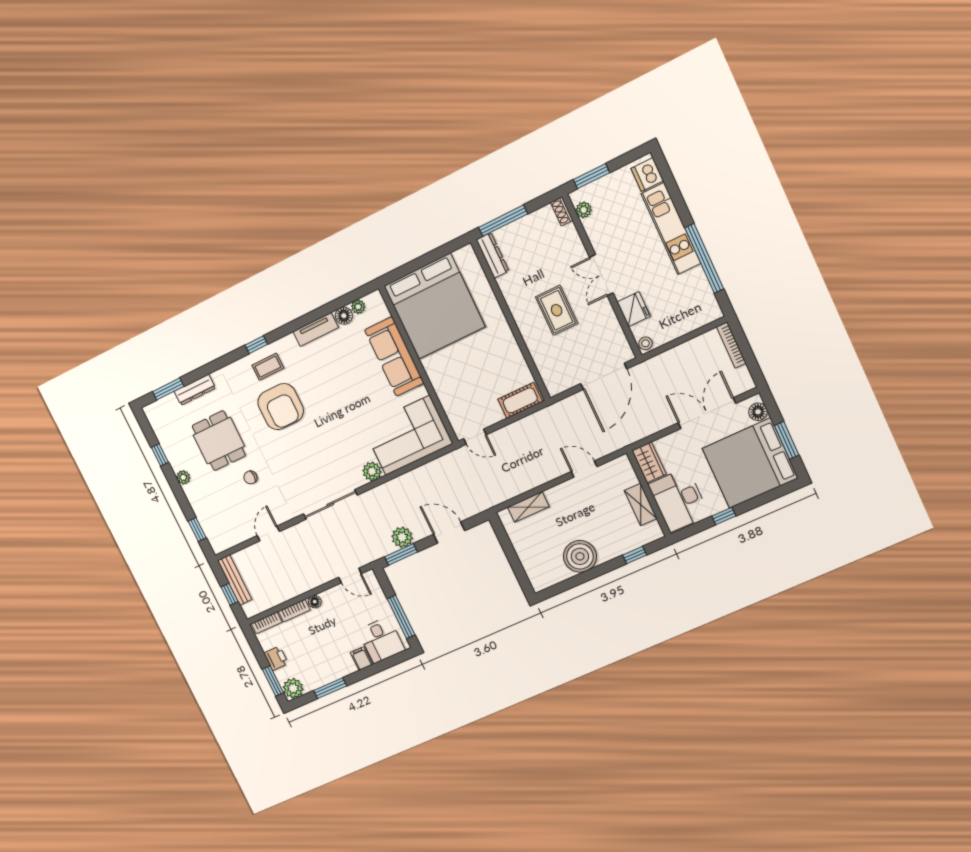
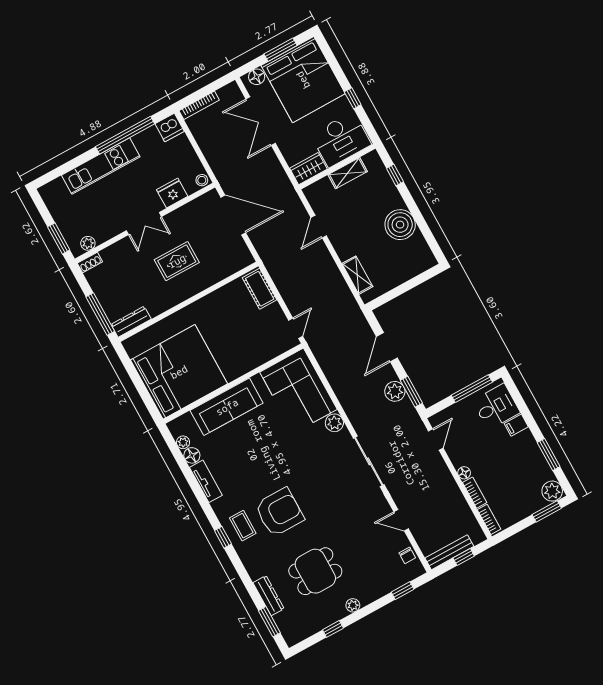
dishwasher: (647, 175) -> (170, 128), moved
chair: (250, 477) -> (407, 555), moved
printer: (276, 658) -> (524, 509), removed

